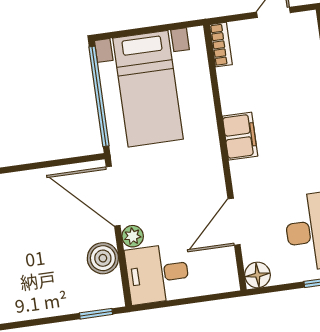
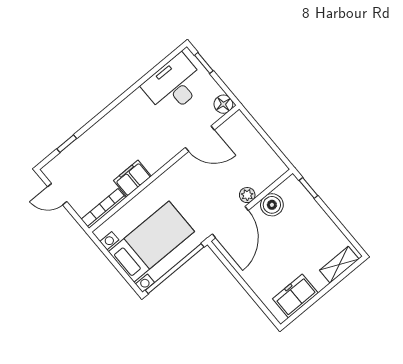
bookcase: (221, 45) -> (103, 208), width x1.56
filing cabinet: (240, 136) -> (132, 178), moved
desk: (157, 274) -> (261, 166), removed

